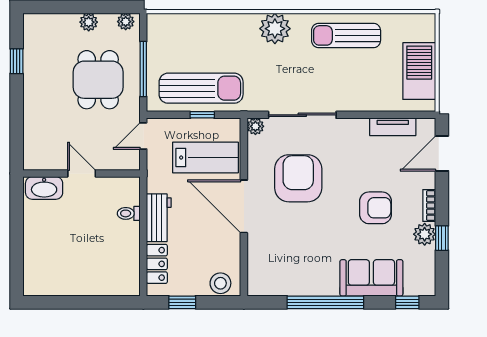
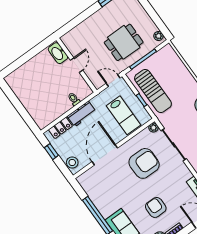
plant: (89, 22) -> (146, 20), removed
door: (244, 206) -> (105, 155), moved
armchair: (376, 208) -> (156, 207), turned 180

